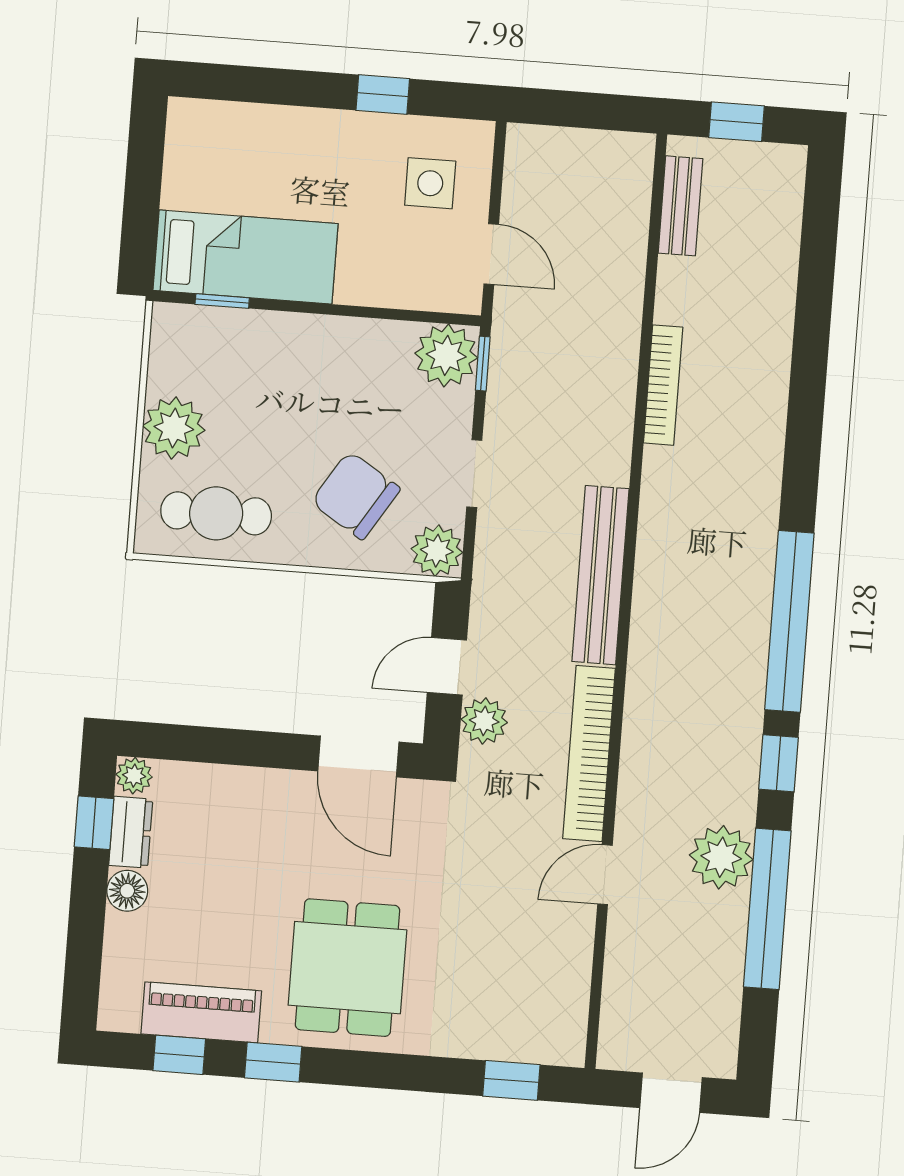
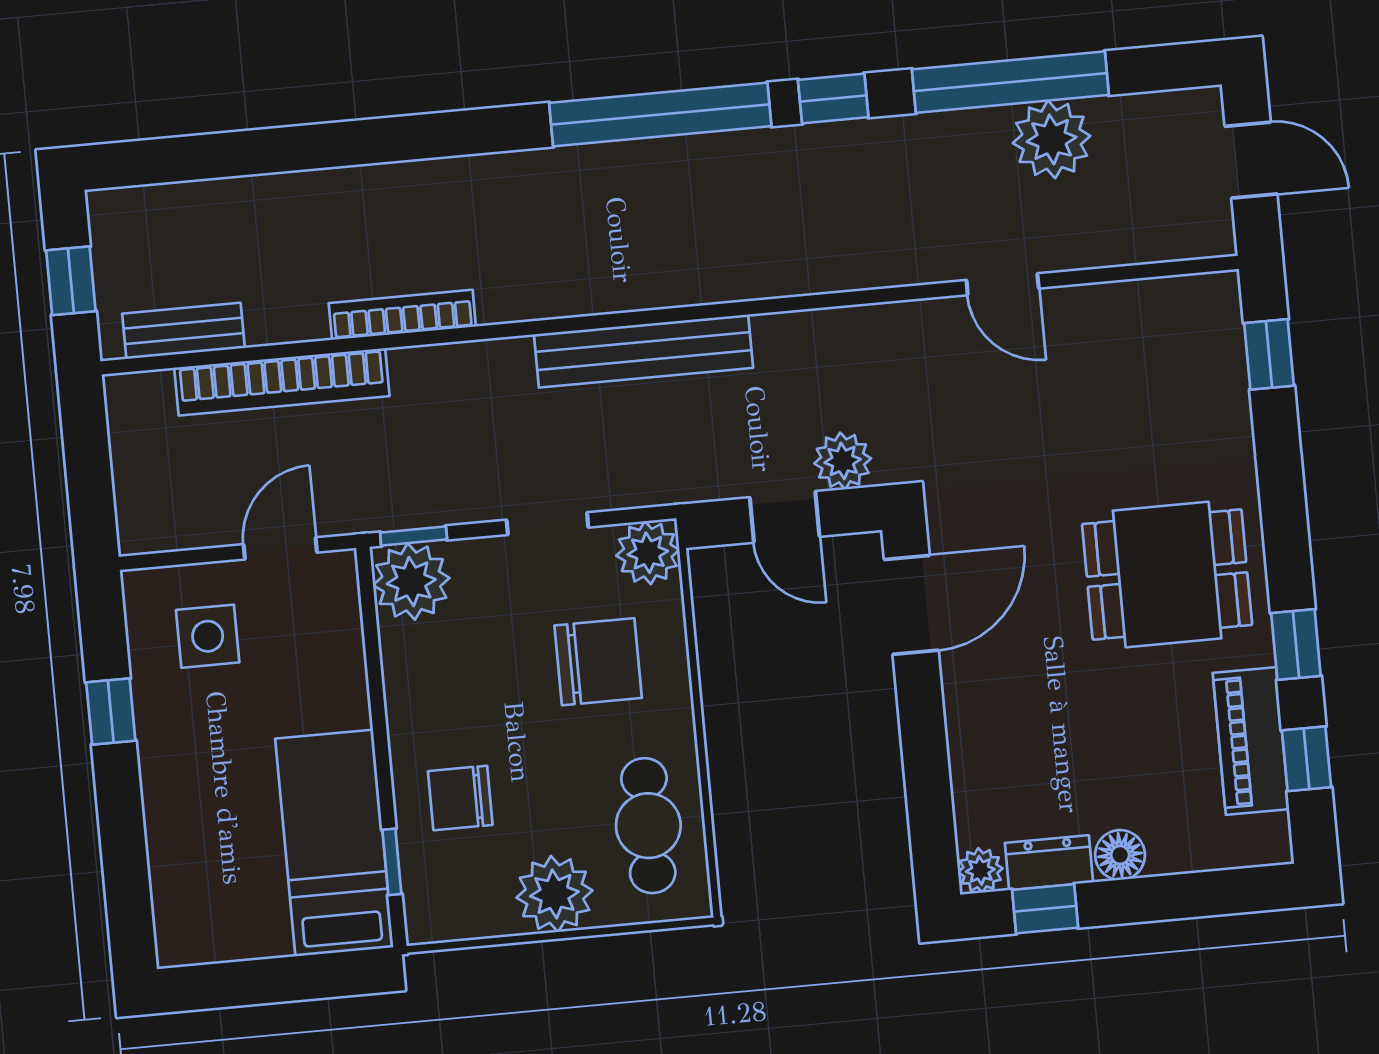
chair: (264, 365) -> (460, 798), added
chair: (356, 495) -> (598, 662), turned -122
bookcase: (589, 754) -> (282, 382), moved
plant: (721, 857) -> (1052, 139), moved

